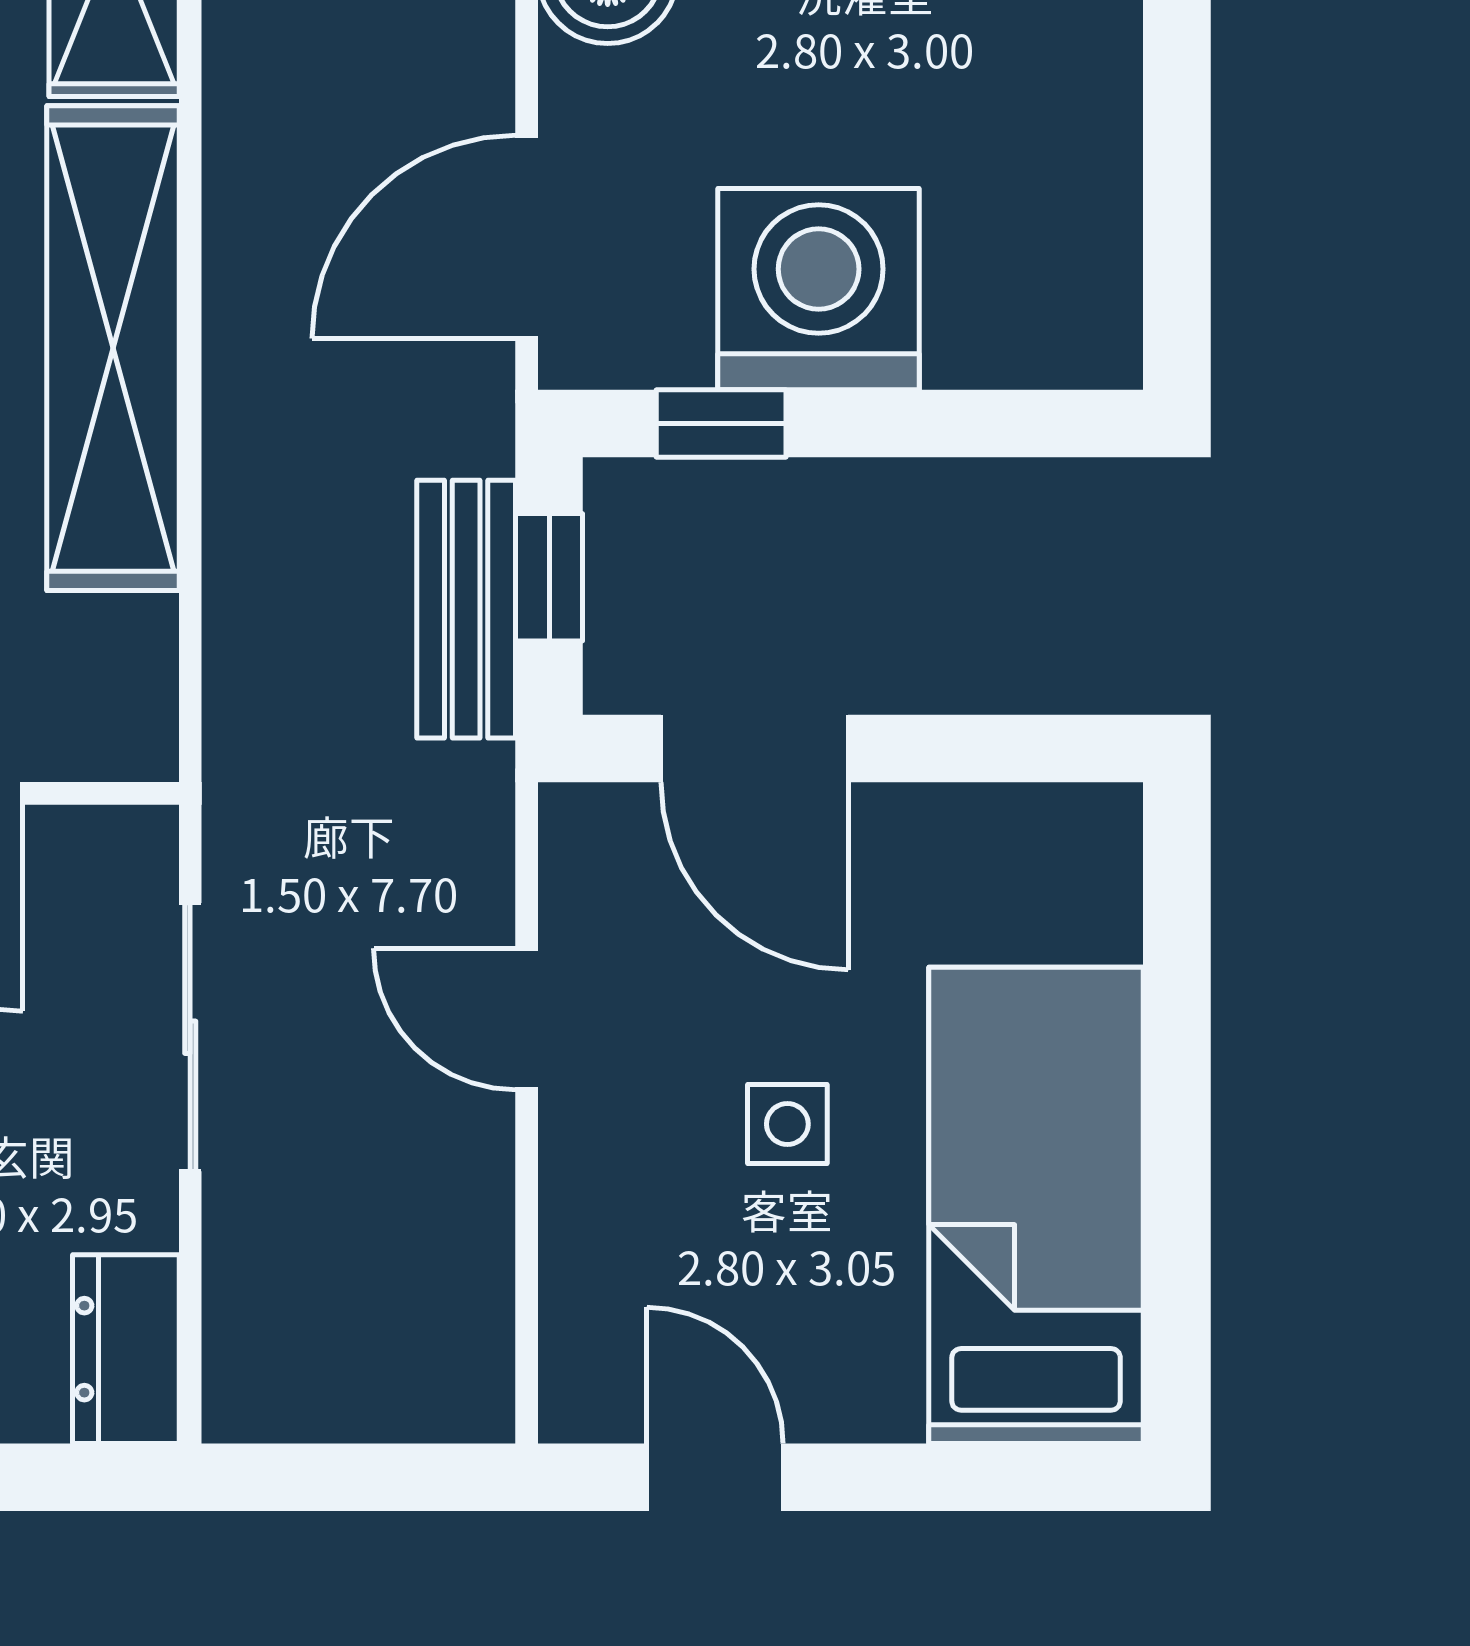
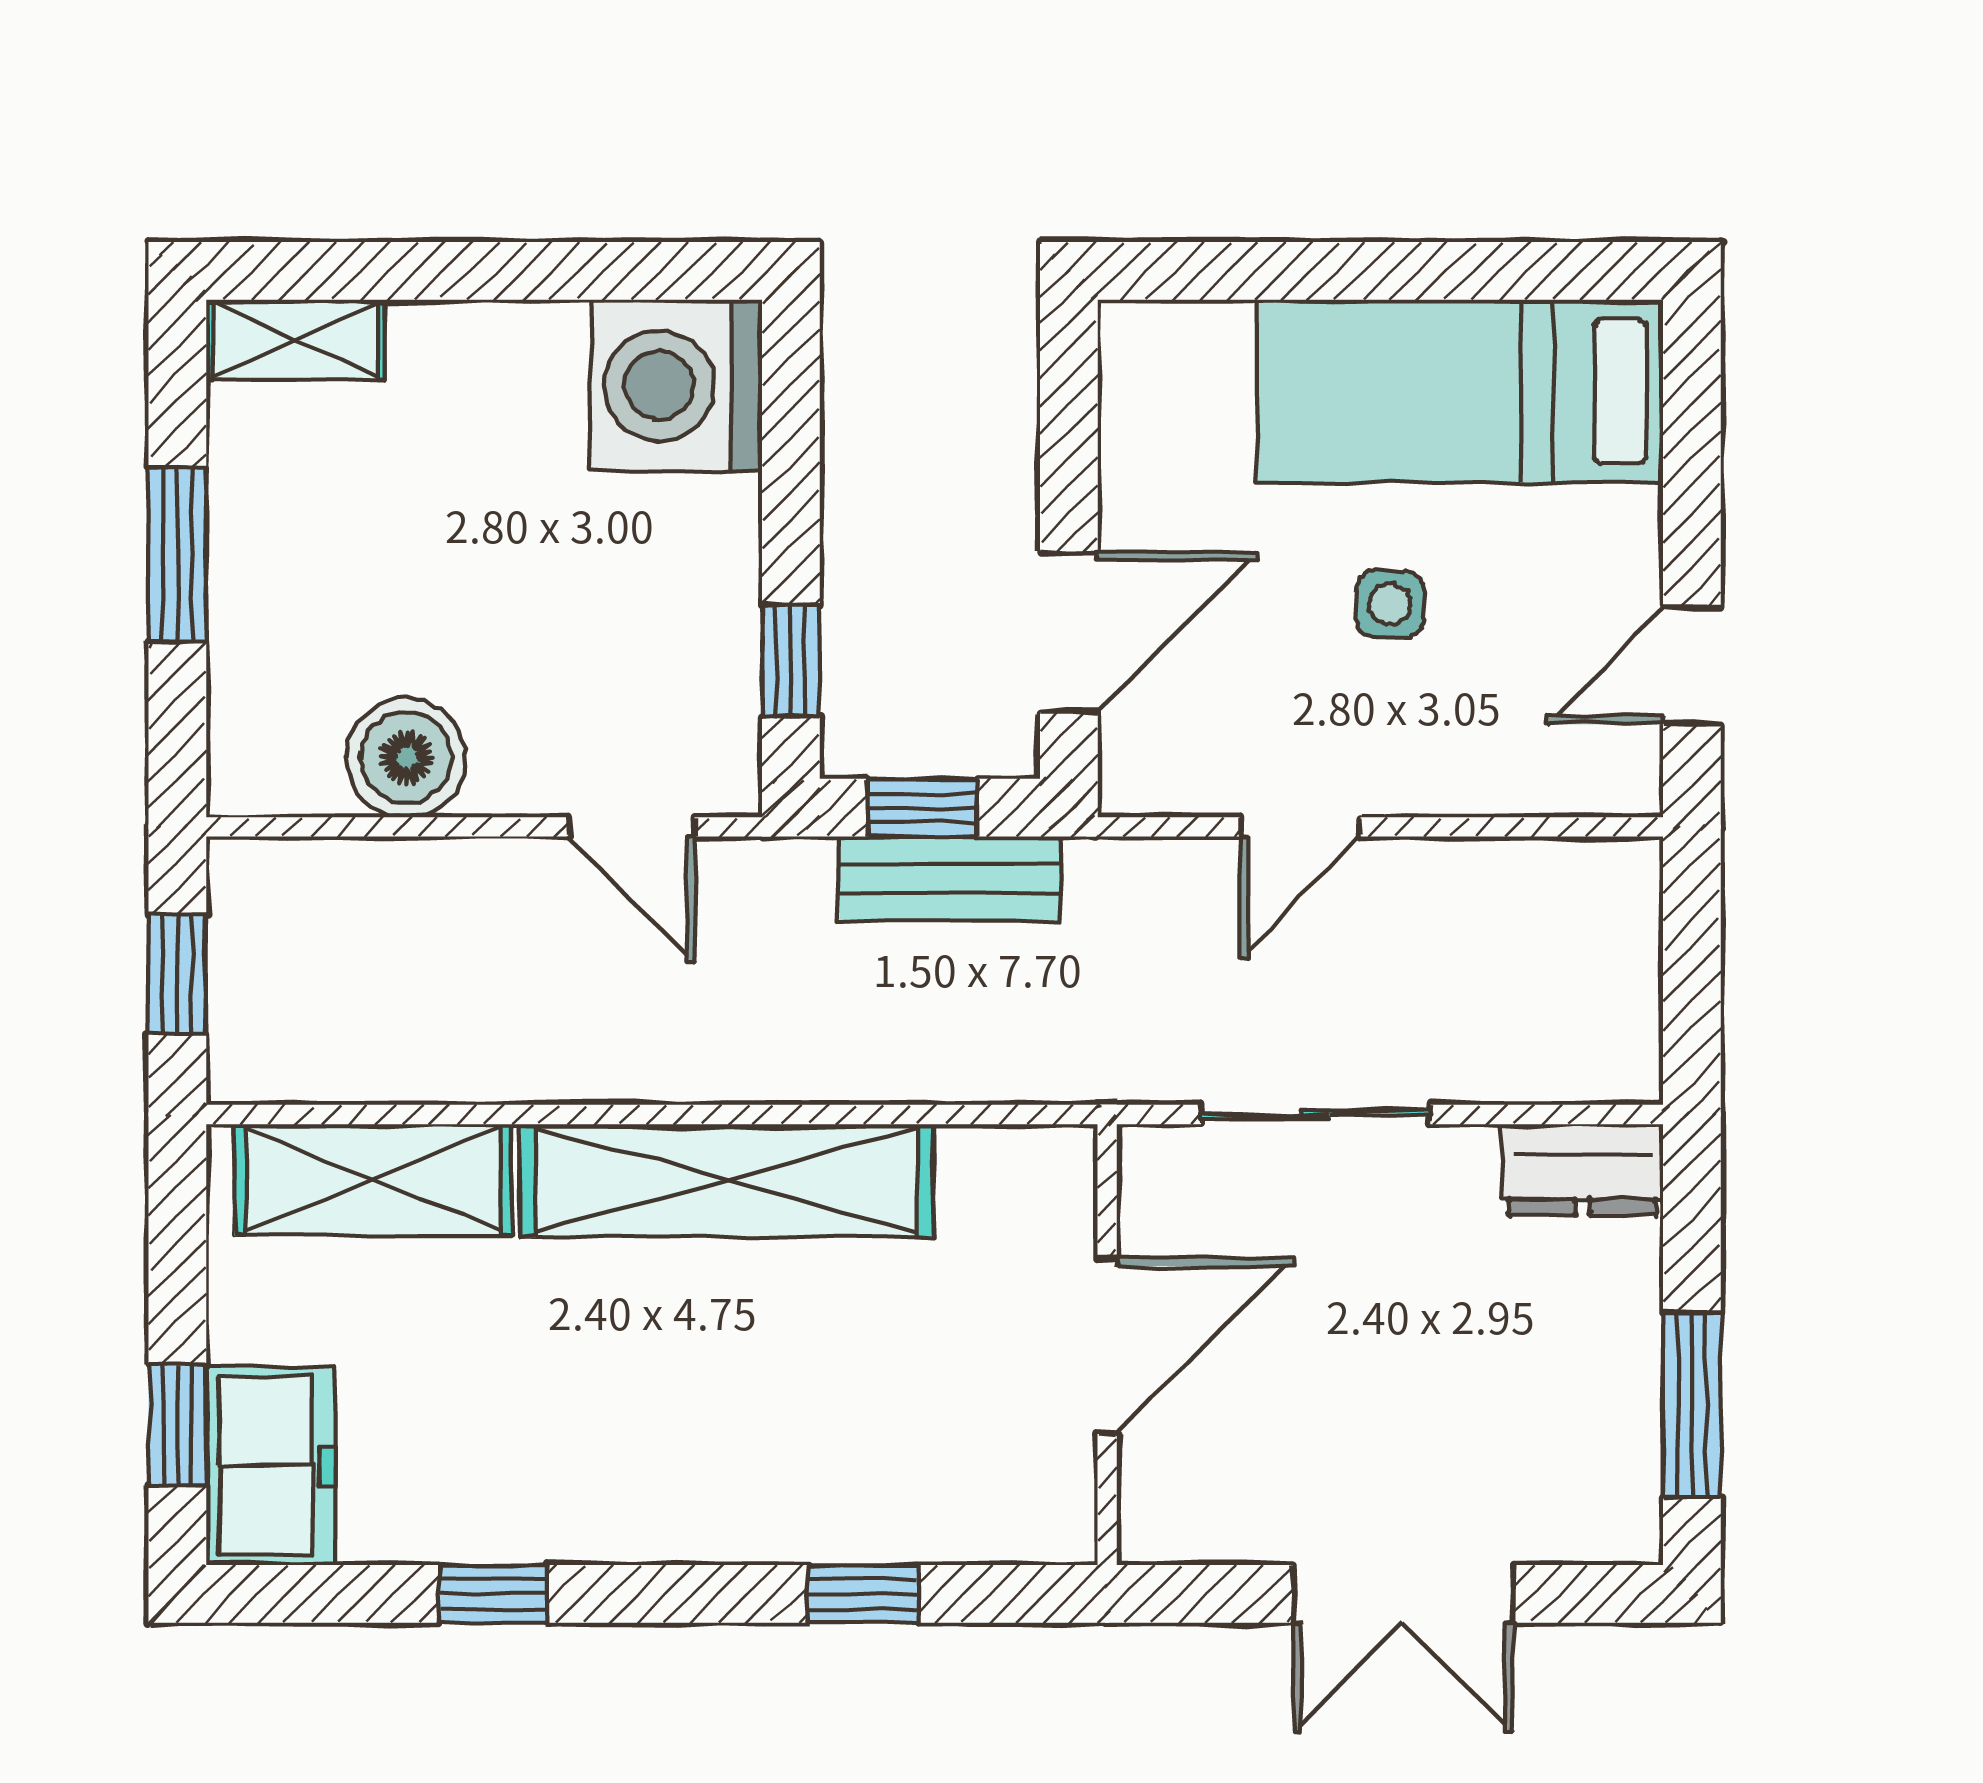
door: (527, 237) -> (631, 827), width x0.73
washing machine: (819, 289) -> (676, 386), moved

